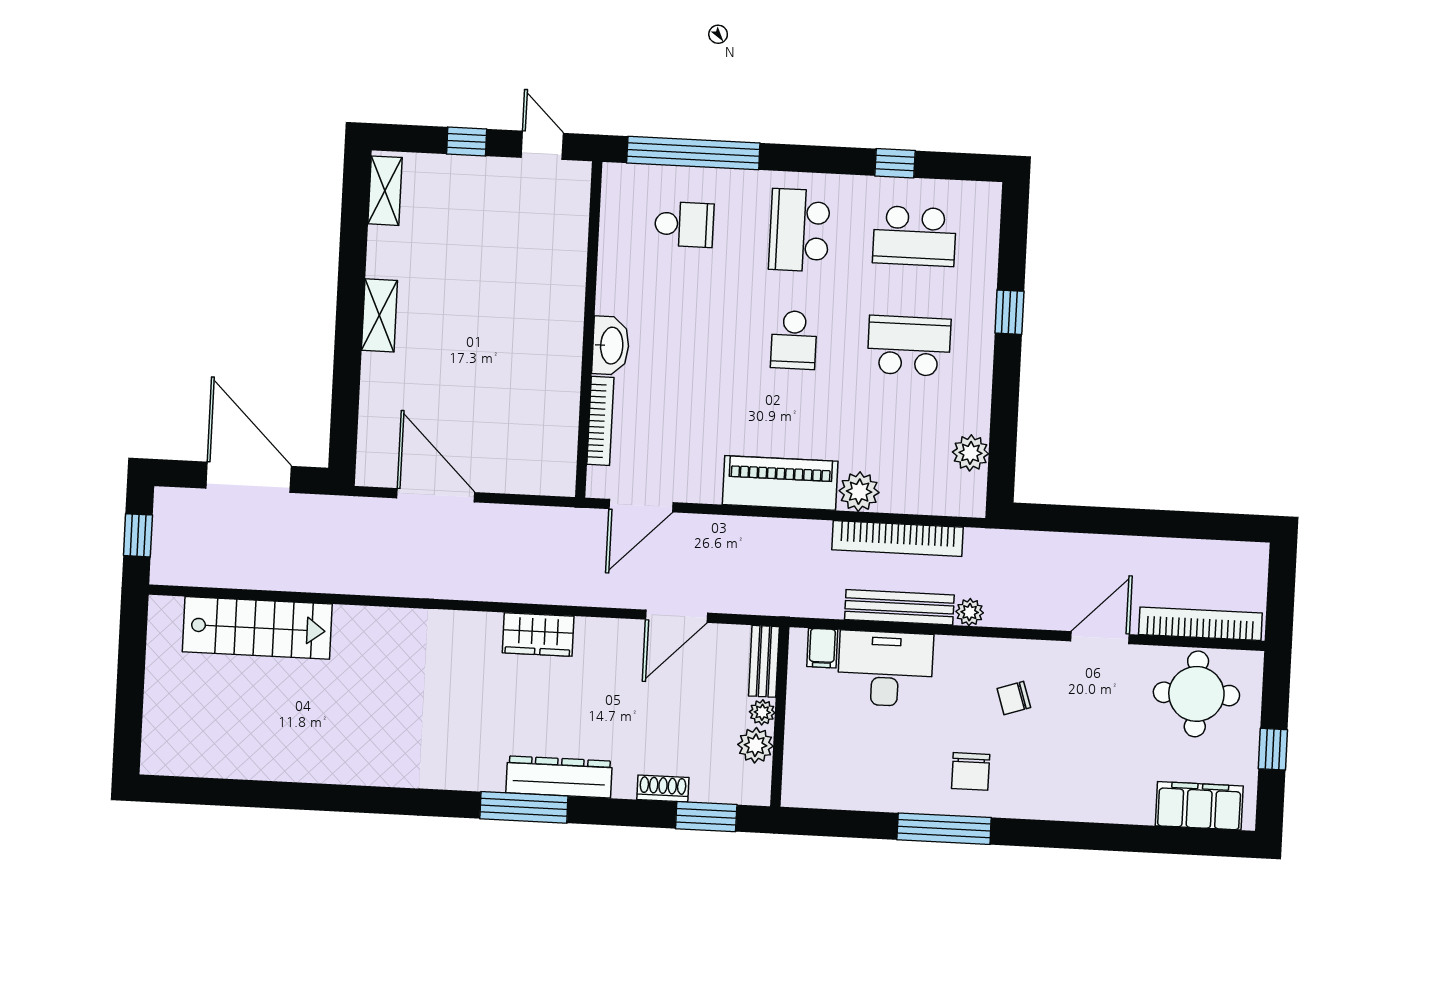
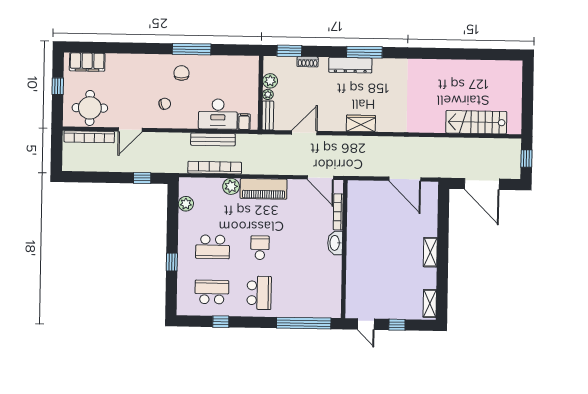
school desk: (684, 224) -> (306, 294), removed
door: (641, 506) -> (320, 178), swing flipped
window: (1075, 519) -> (142, 178), added
plant: (970, 612) -> (184, 138), removed

